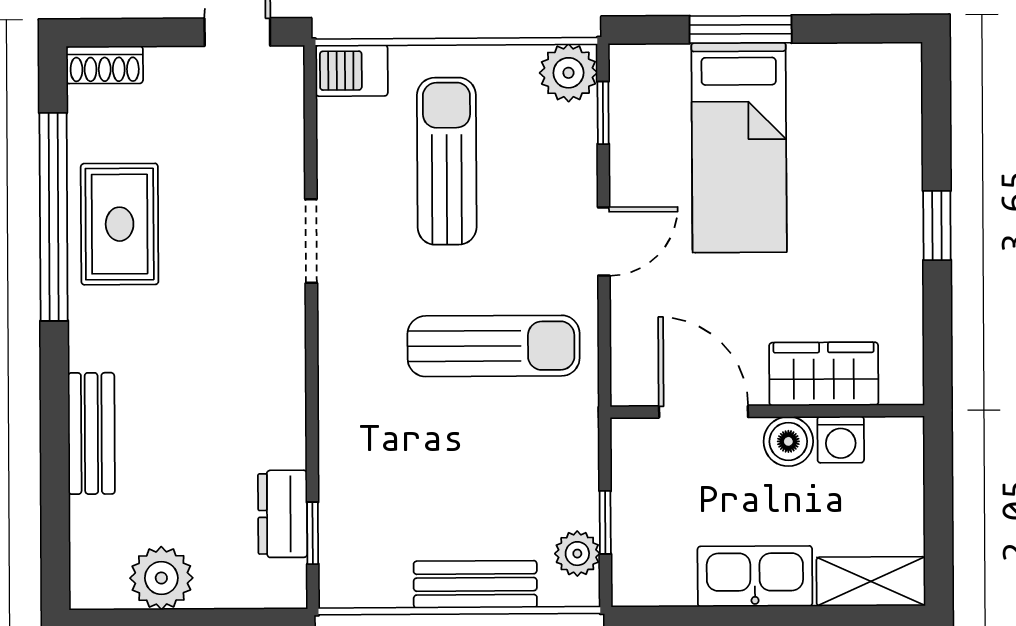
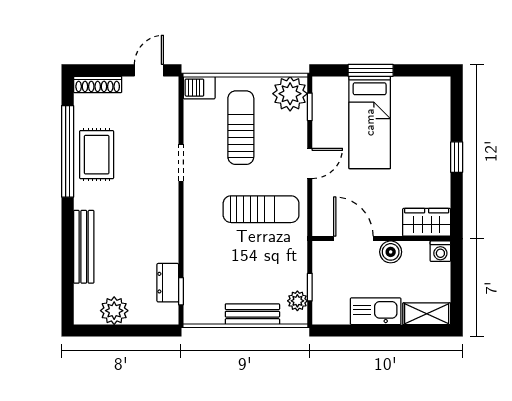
shoe rack: (105, 65) -> (98, 84), width x1.43
plant: (568, 73) -> (290, 94), width x1.36, depth x1.36
wardrobe: (824, 374) -> (427, 222), moved
bench: (91, 433) -> (84, 247), width x1.36
washing machine: (841, 440) -> (440, 251), moved

